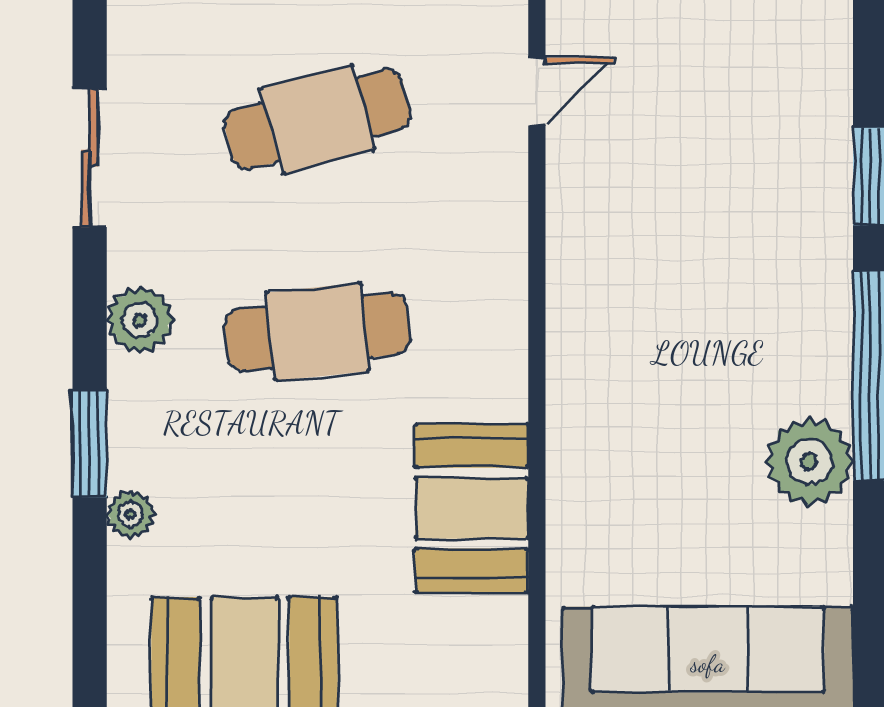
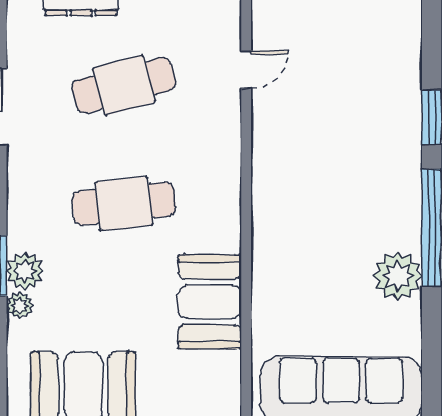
plant: (140, 320) -> (25, 271), moved

